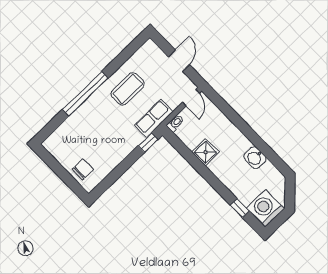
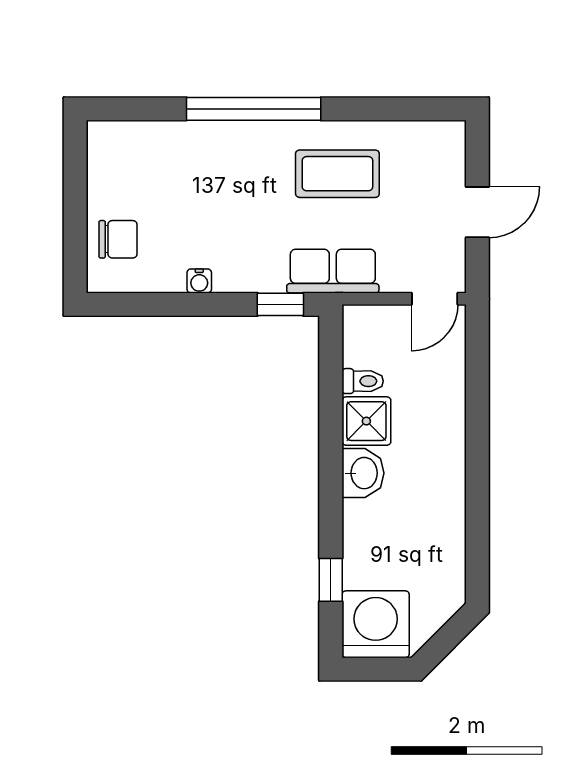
toilet: (175, 123) -> (363, 381), moved
washbasin: (255, 158) -> (363, 473), moved, turned 180
water cooler: (118, 159) -> (199, 281), added

